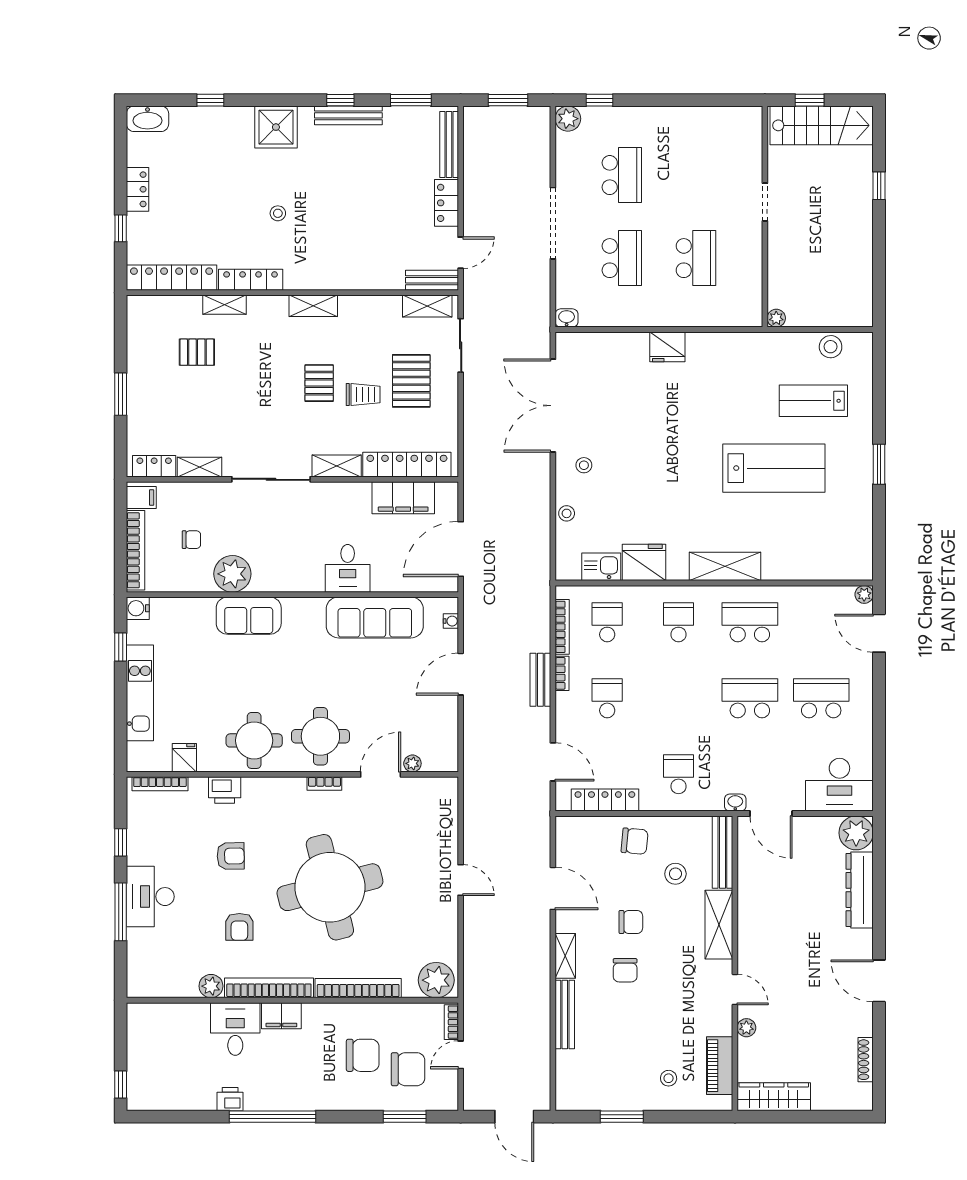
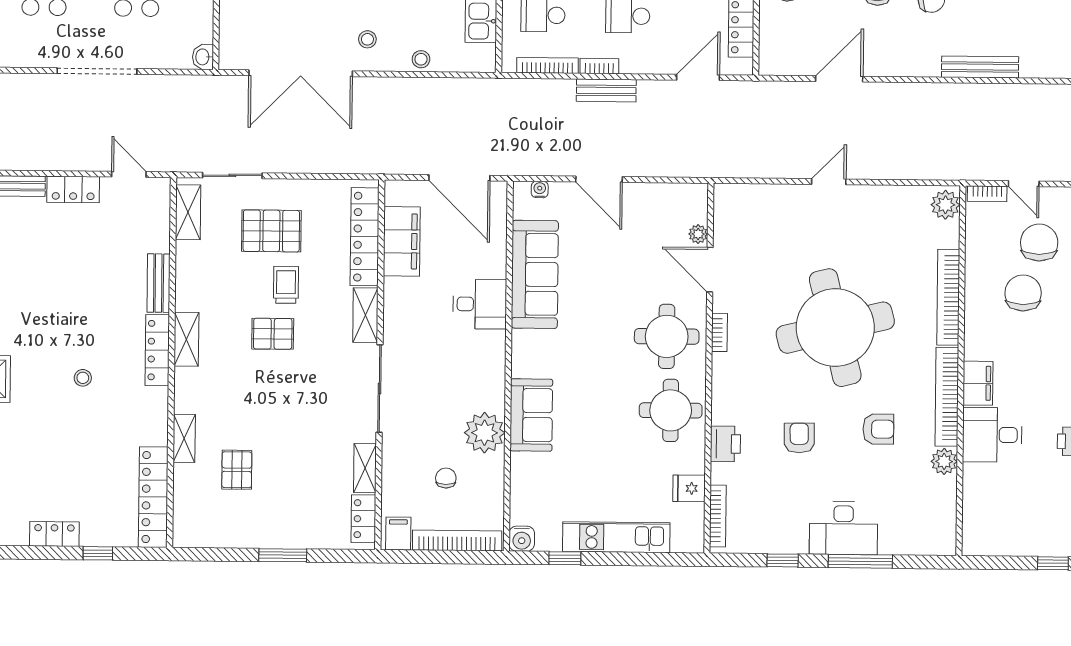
locker: (251, 280) -> (157, 350), moved
bench: (432, 280) -> (159, 283), moved
shelving: (565, 956) -> (915, 66), removed
plant: (436, 980) -> (945, 205), width x0.73, depth x0.73

